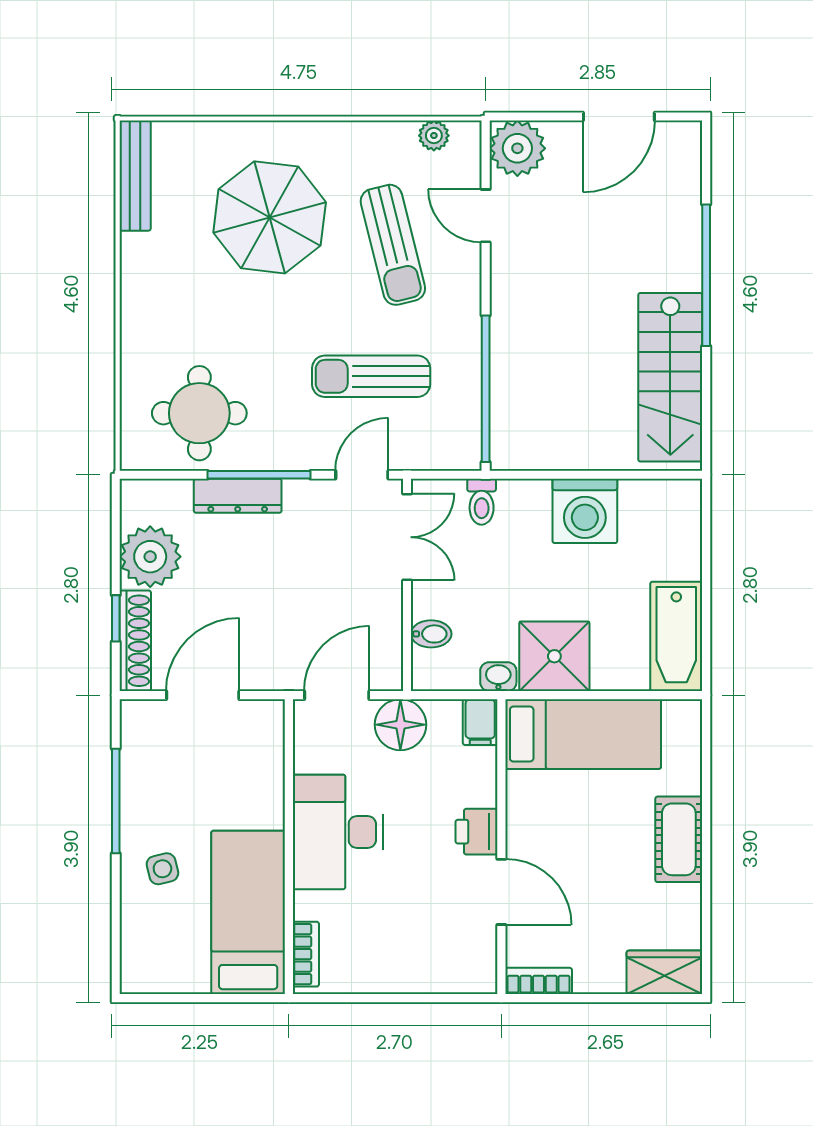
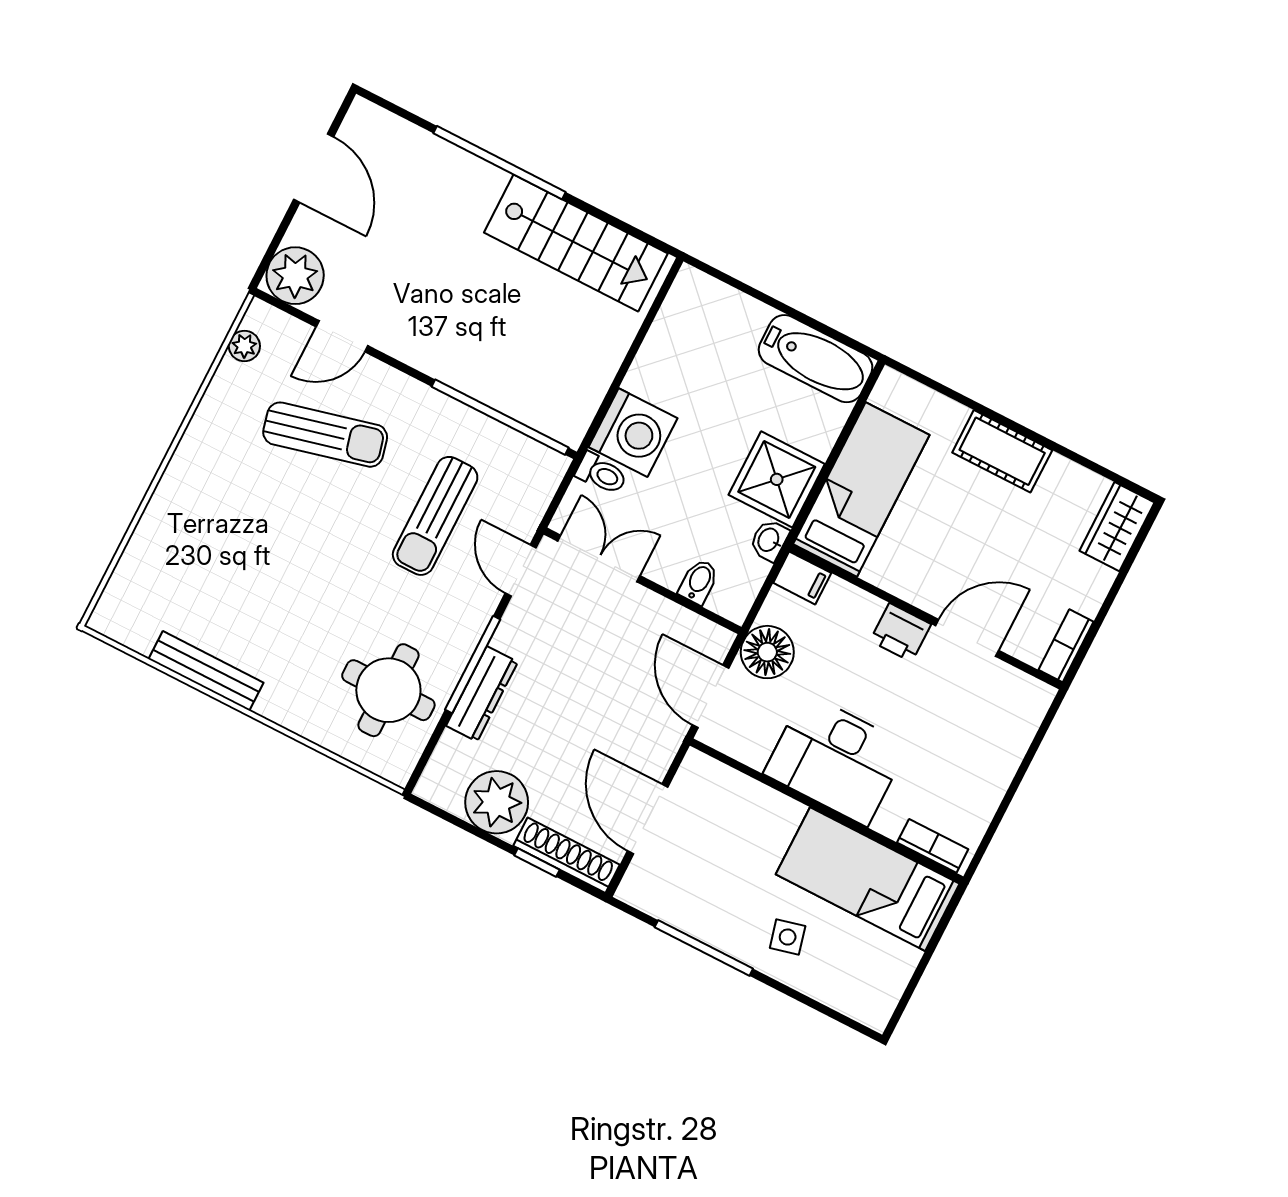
bench: (135, 176) -> (206, 671), moved
parasol: (270, 217) -> (242, 534), removed
washing machine: (585, 511) -> (633, 433), moved

